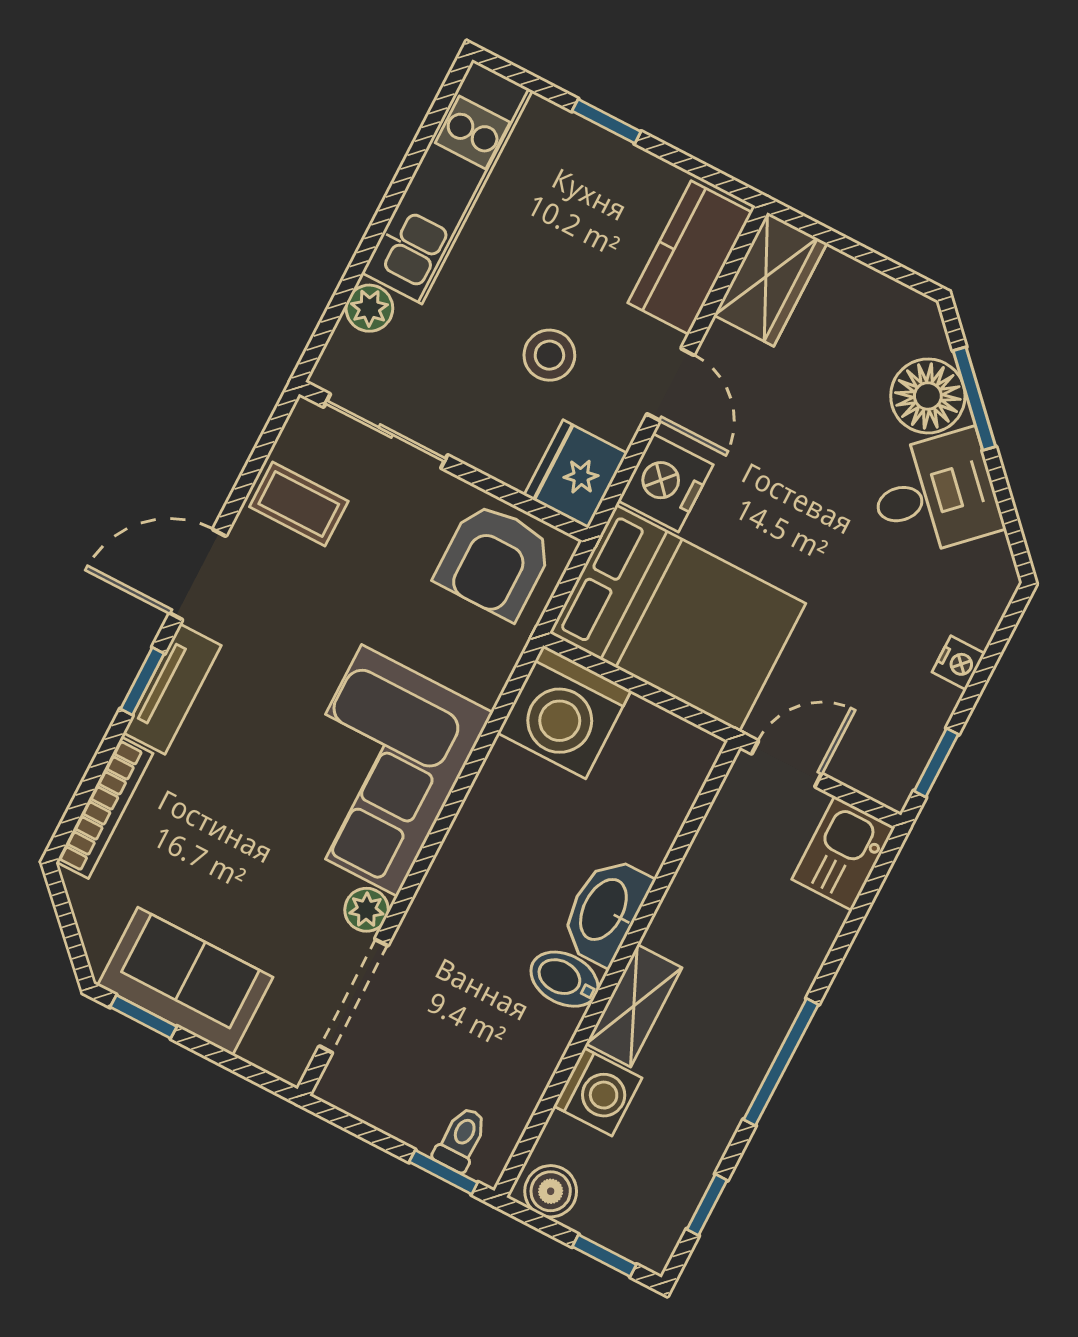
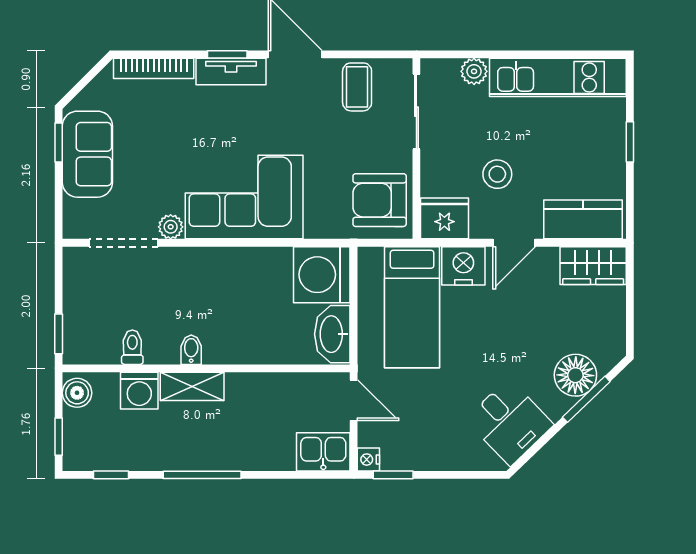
desk: (935, 494) -> (509, 422), moved
bed: (678, 618) -> (412, 307), width x0.67
nightstand: (959, 663) -> (368, 460), moved, turned 90
washbasin: (605, 910) -> (332, 334), moved, turned -90
bidet: (564, 979) -> (191, 350), width x0.72, depth x0.74
toilet: (461, 1139) -> (132, 347), moved, turned -90

